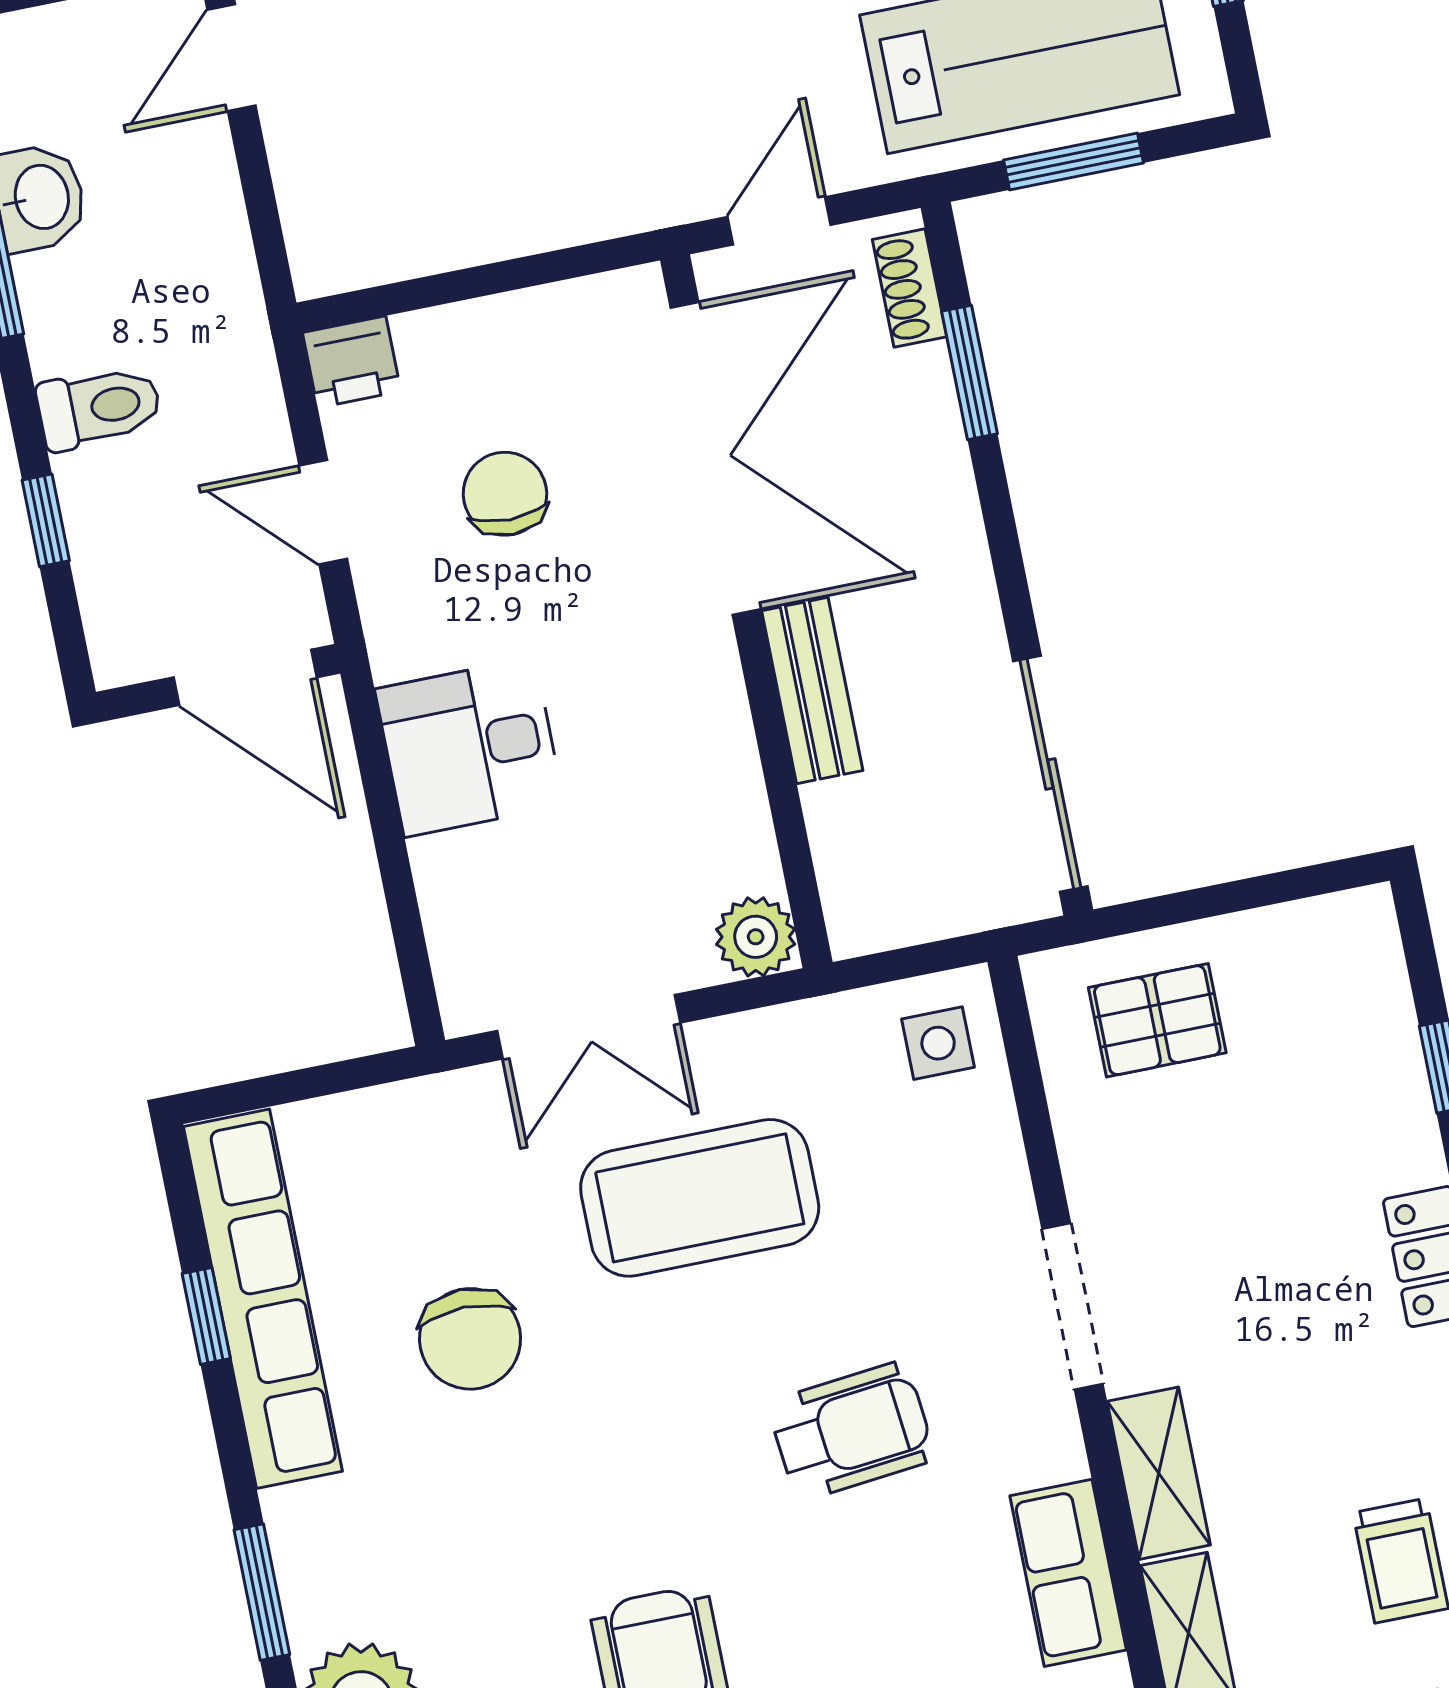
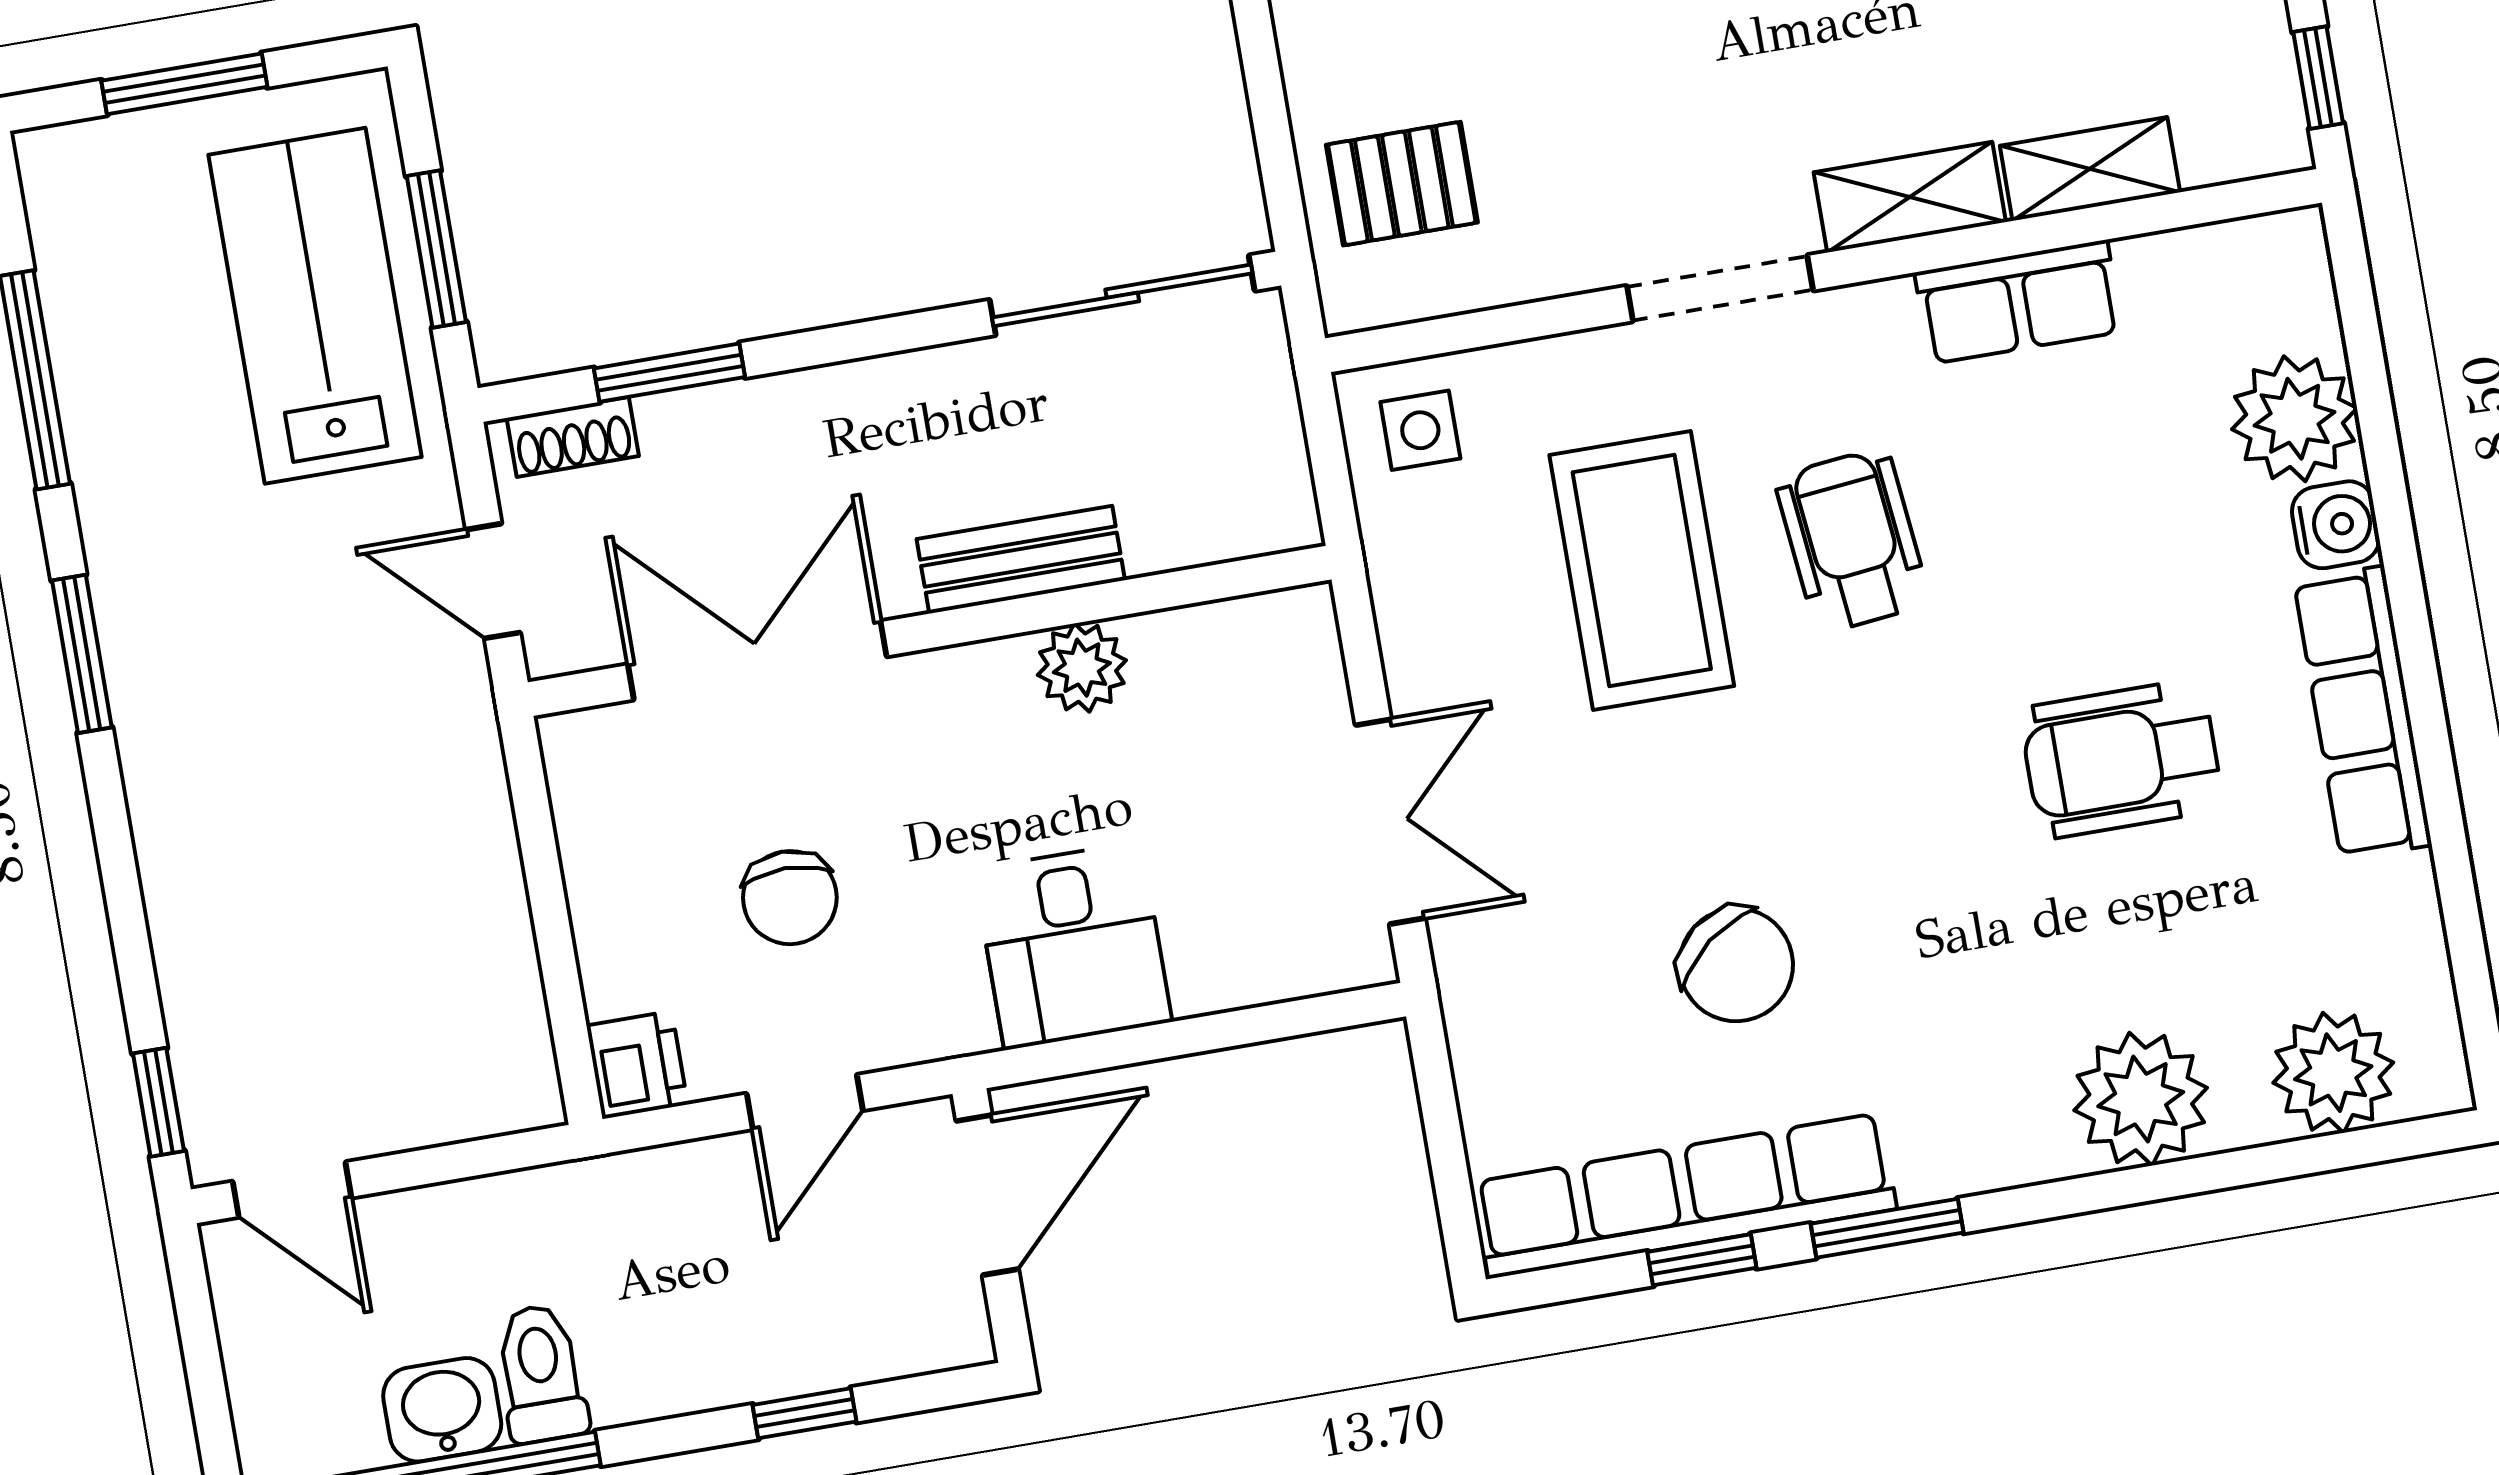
toilet: (99, 407) -> (541, 1373), moved
double door: (715, 458) -> (757, 660), width x0.73
chair: (505, 494) -> (790, 898), turned -90
plant: (756, 937) -> (1082, 668), moved
pallet: (1157, 1020) -> (1402, 184), turned 90
coffee table: (700, 1198) -> (1642, 571), moved
chair: (470, 1339) -> (1736, 965), turned 52
window: (262, 1592) -> (1887, 1228), moved

